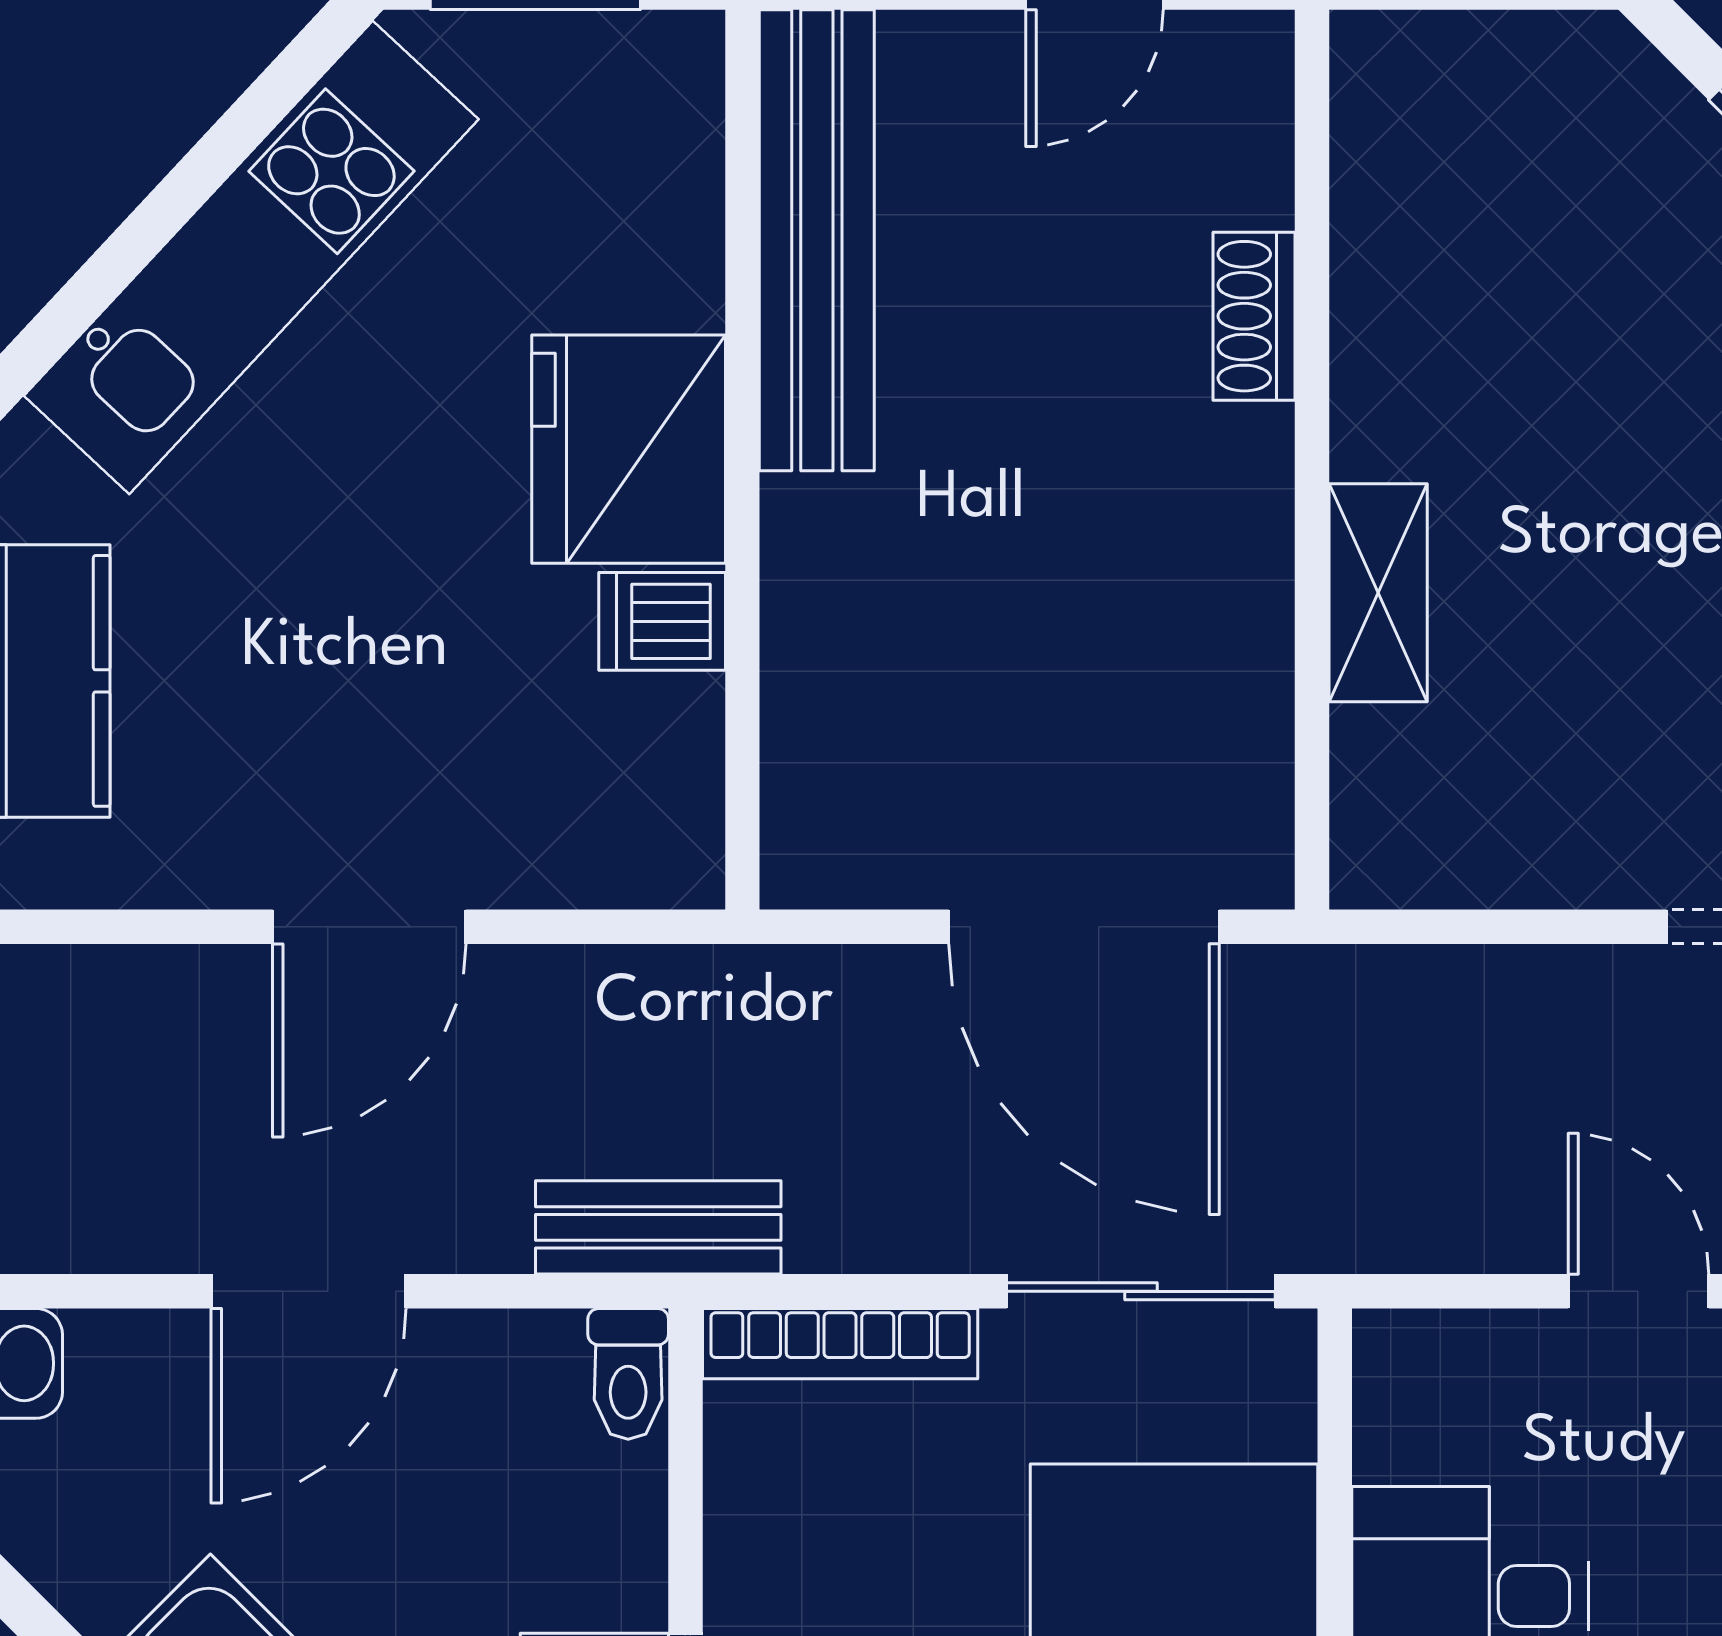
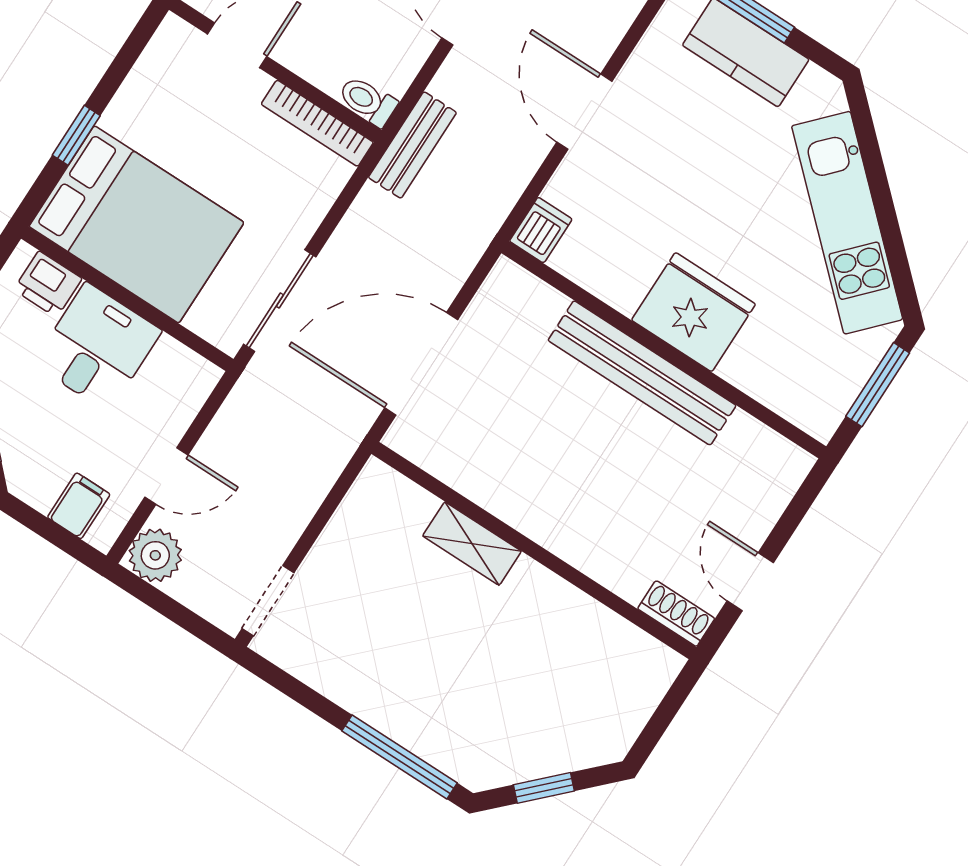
bench: (817, 240) -> (642, 373), moved
shoe rack: (1254, 316) -> (676, 614), moved
dishwasher: (662, 621) -> (541, 230), moved
bookcase: (840, 1344) -> (317, 123), moved, turned -90

